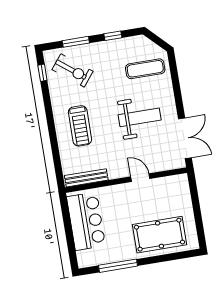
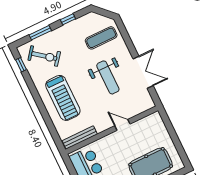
weight bench: (140, 117) -> (108, 77), turned 90
treadmill: (80, 126) -> (63, 98), width x1.37, depth x1.38
double door: (185, 138) -> (143, 72), moved

